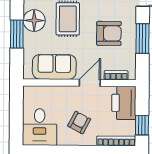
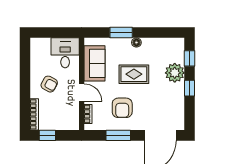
floor lamp: (34, 21) -> (136, 42), width x0.53, depth x0.53
printer: (124, 103) -> (65, 120), removed
desk: (40, 127) -> (65, 53), moved, turned 90

